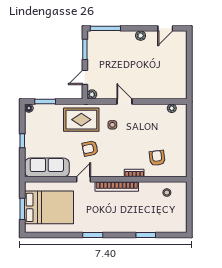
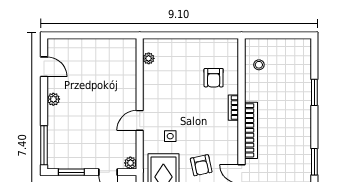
armchair: (157, 158) -> (214, 78), turned -83

